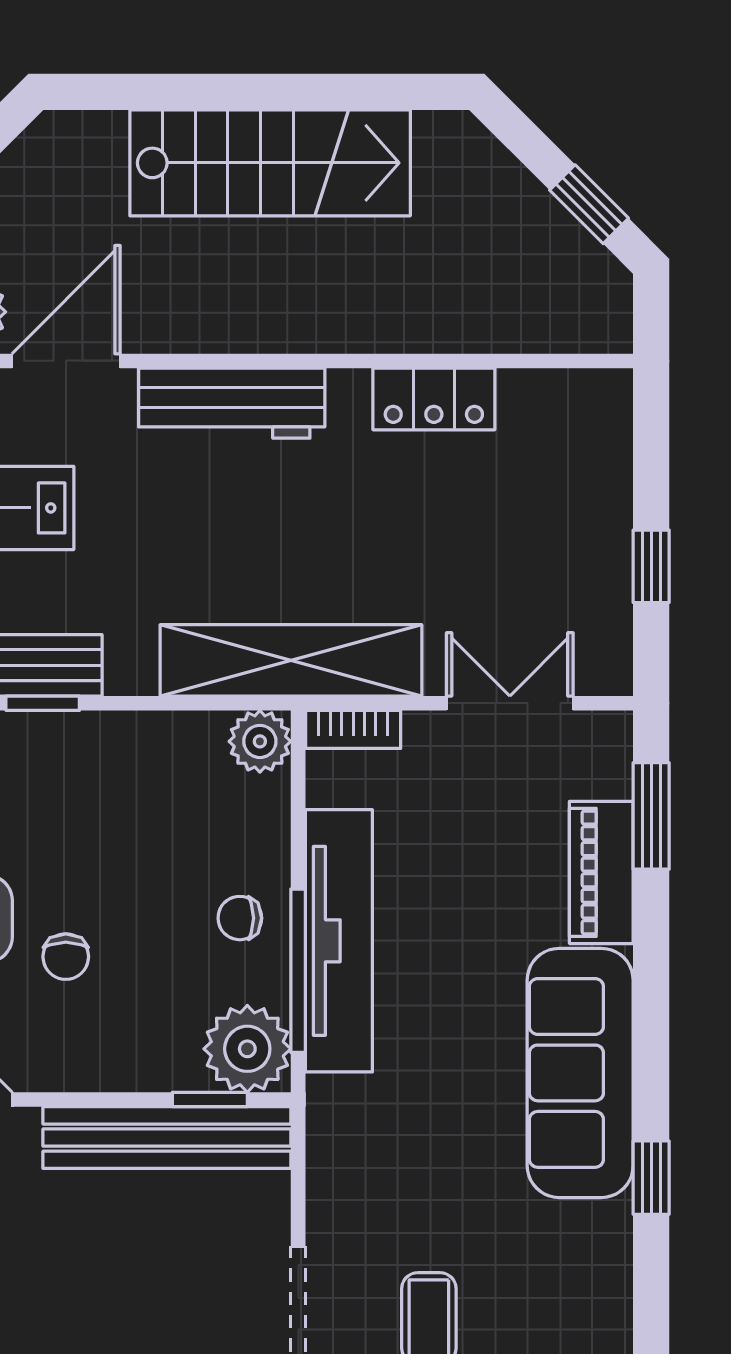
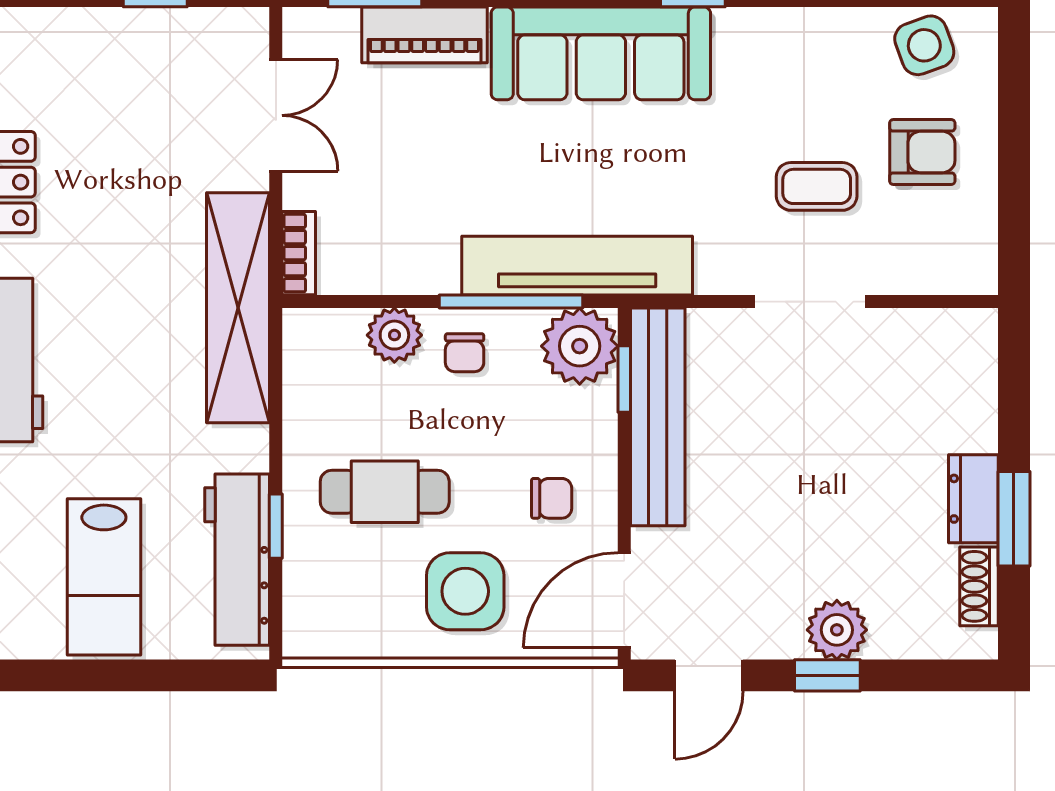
double door: (510, 703) -> (276, 115), swing flipped
plant: (260, 741) -> (394, 335), moved
cafe table: (82, 827) -> (385, 492), added
tv unit: (339, 941) -> (577, 266), moved
chair: (66, 957) -> (552, 498), moved

